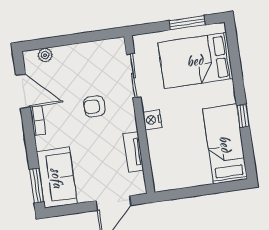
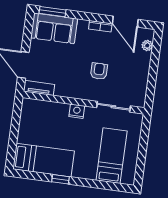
window: (187, 23) -> (141, 157), removed
bed: (195, 61) -> (112, 156), width x0.67
door: (23, 91) -> (125, 22), hinge flipped
tv unit: (133, 152) -> (39, 88), moved

